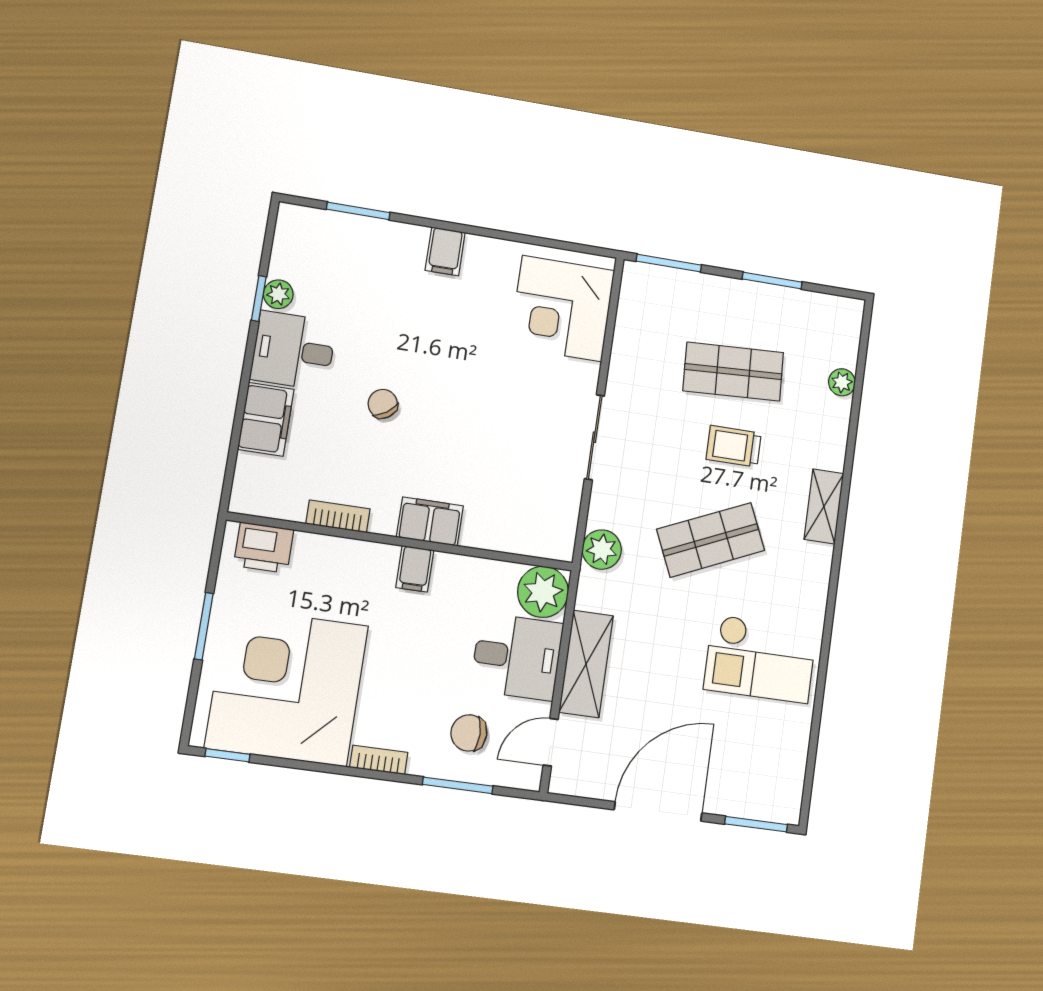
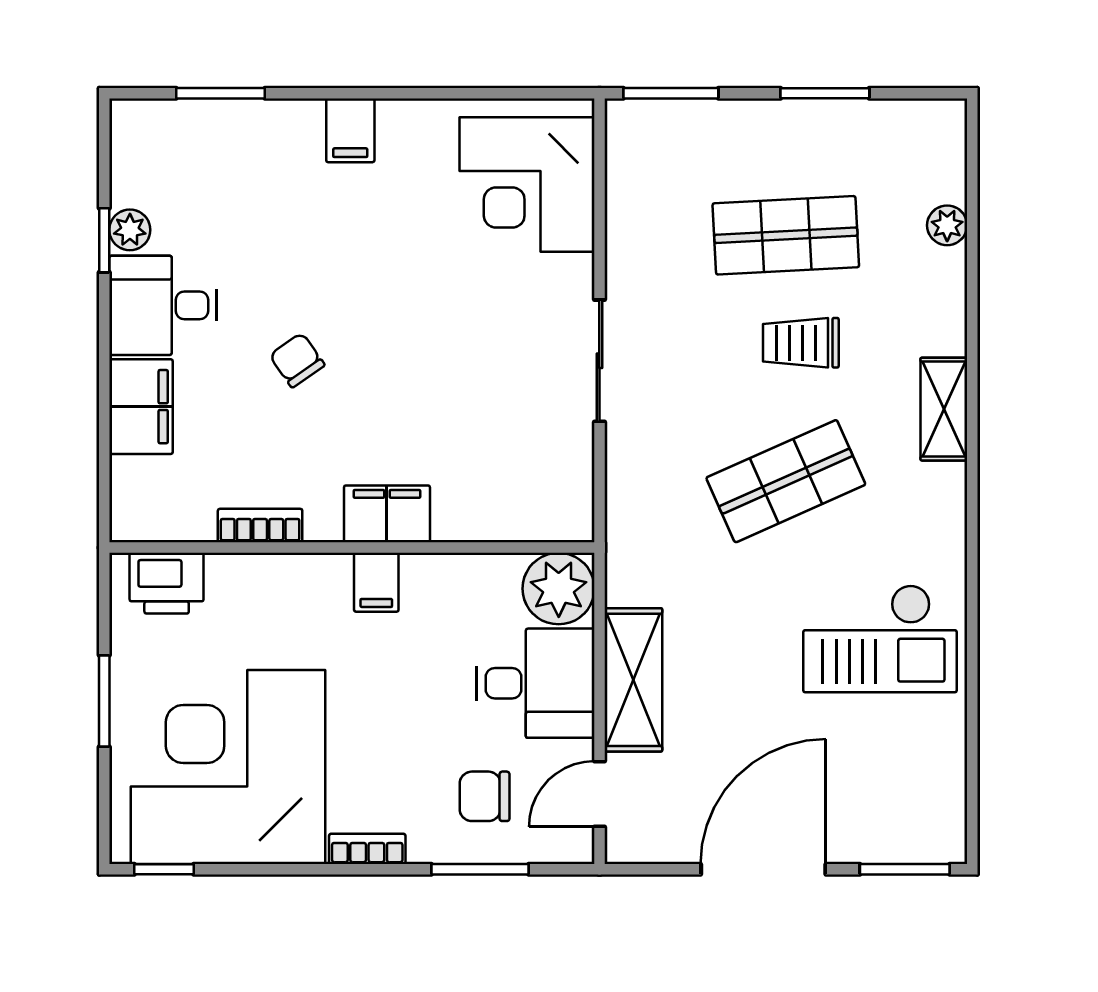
plant: (602, 550) -> (633, 518), removed

